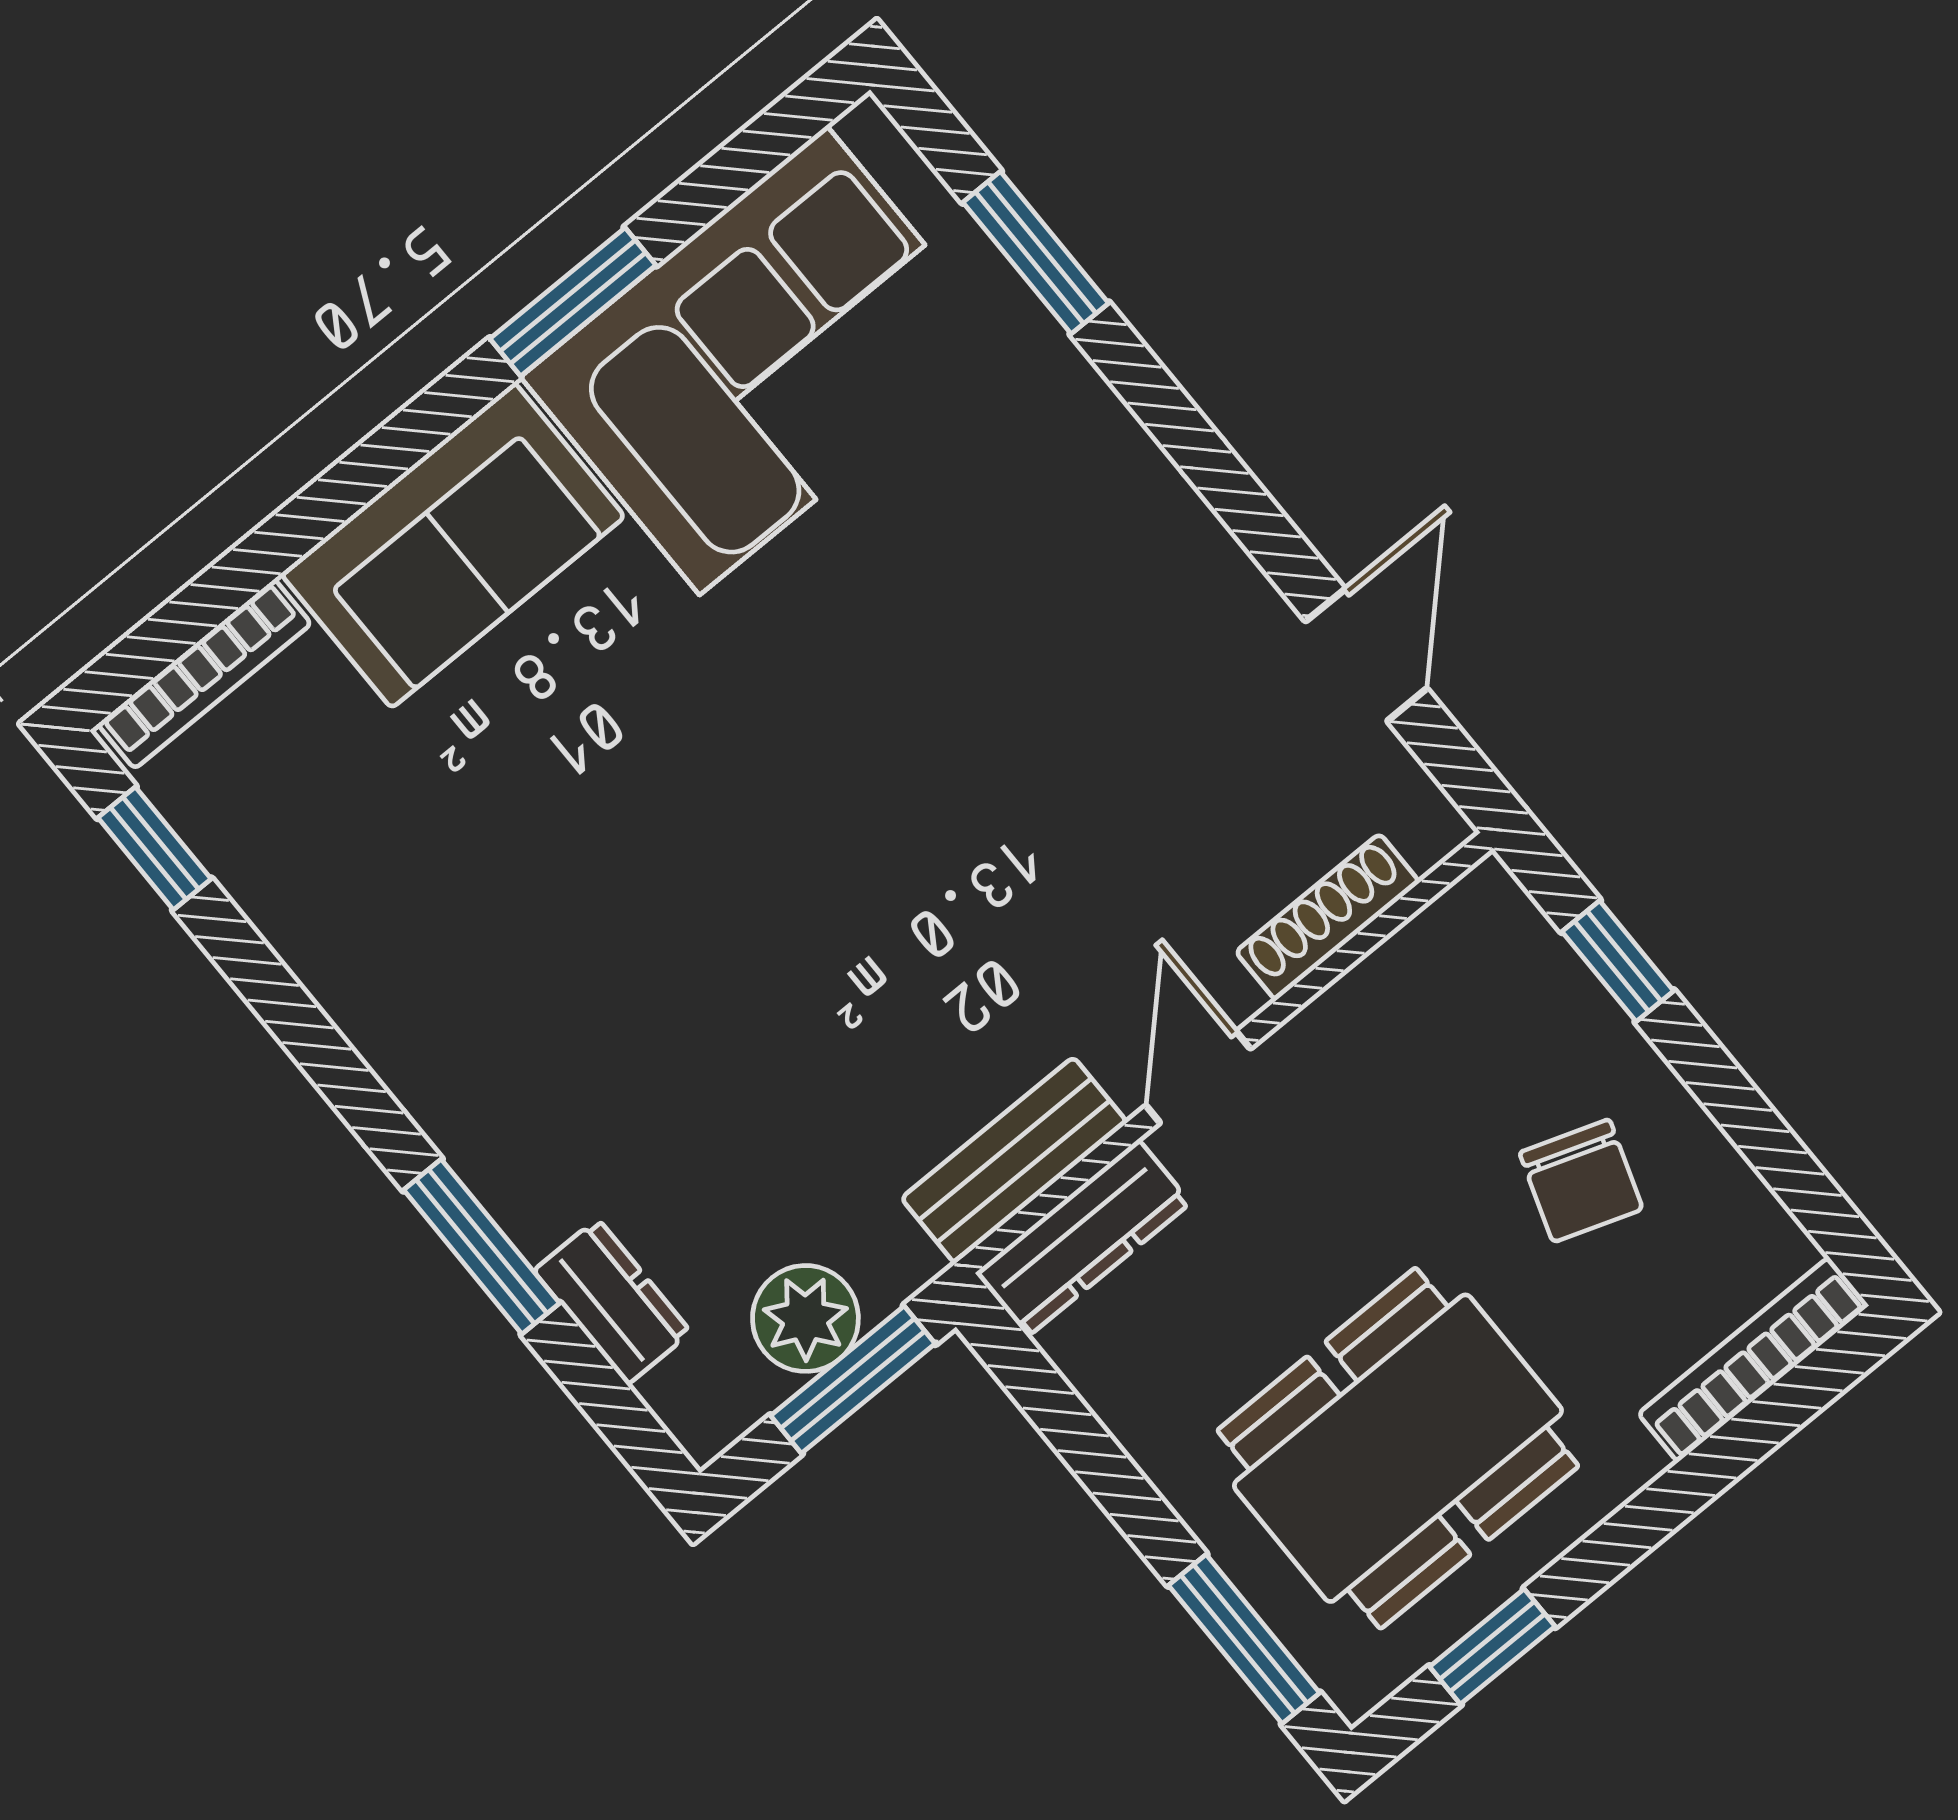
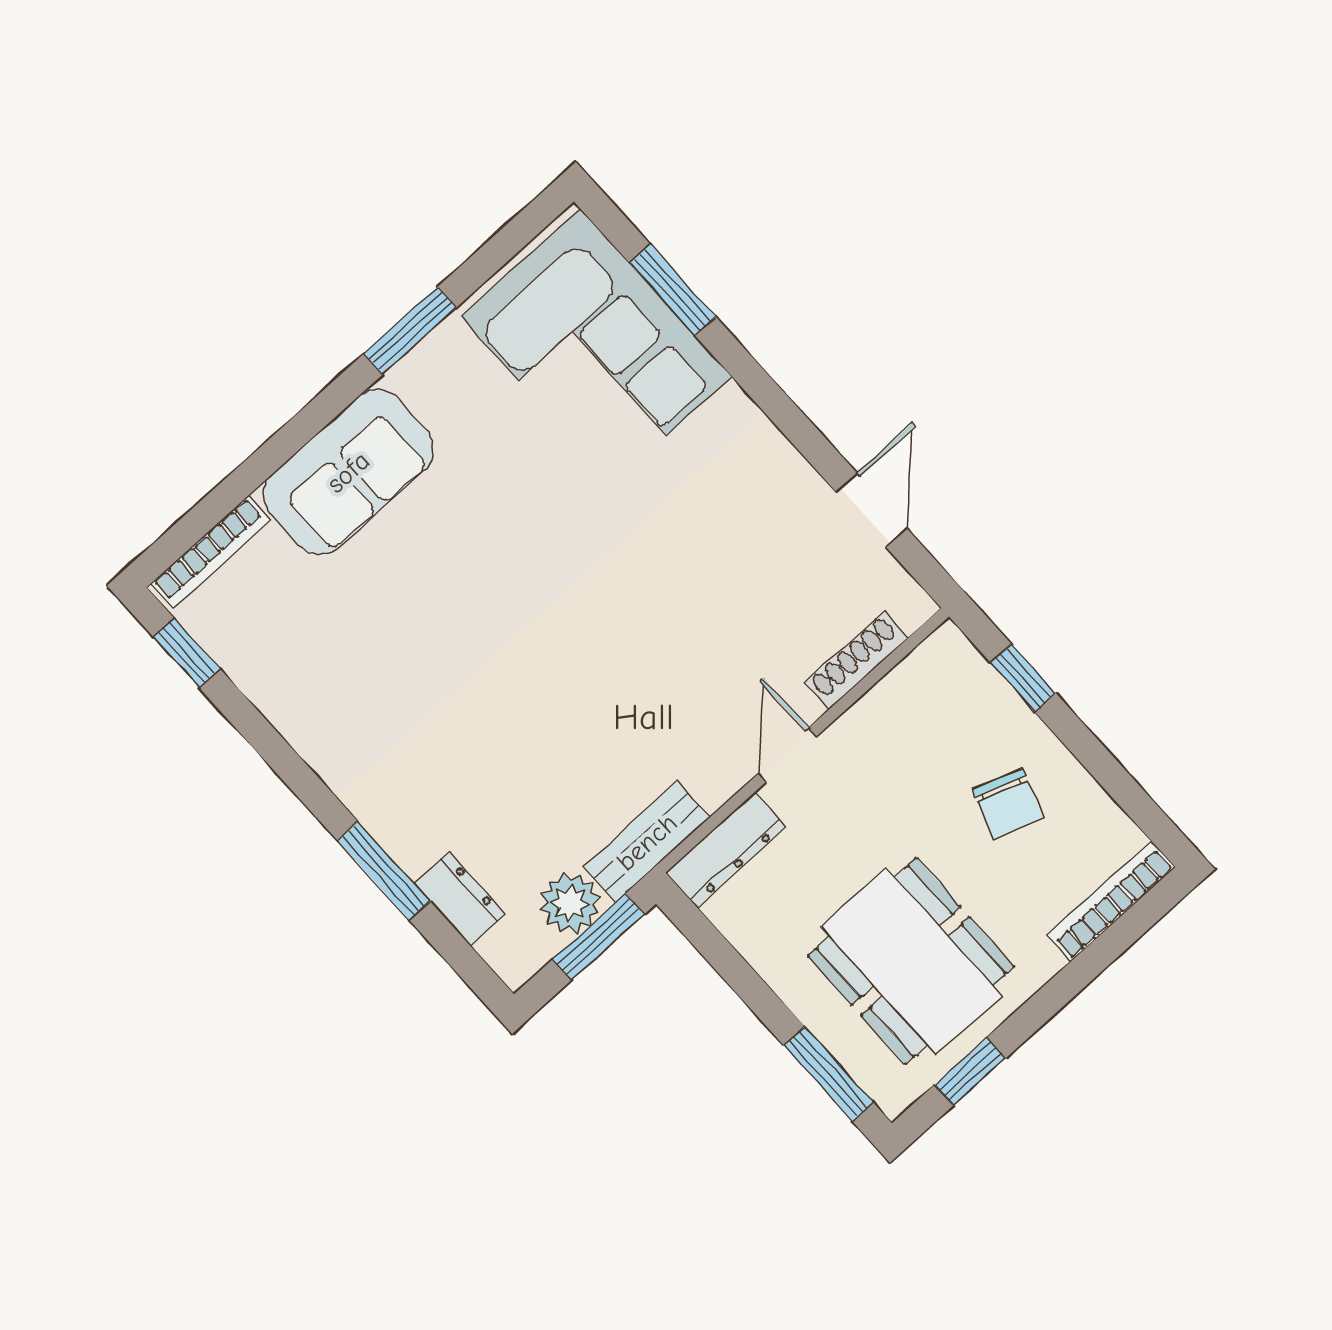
corner sofa: (763, 360) -> (596, 346), moved, turned 90
bench: (1014, 1160) -> (647, 842), moved
dining table: (1398, 1448) -> (911, 961), turned 90

